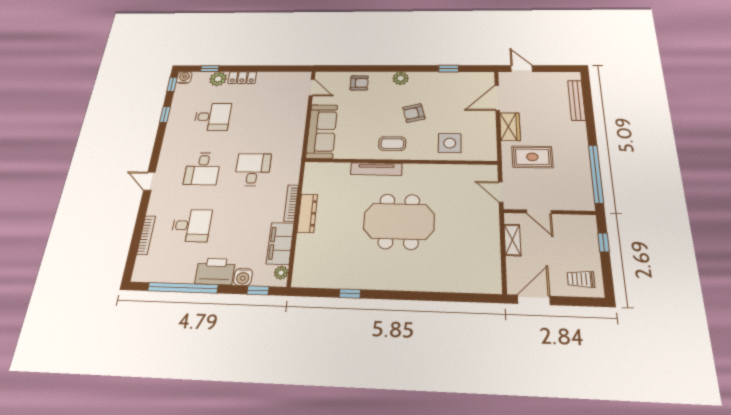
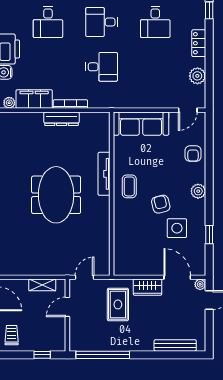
plant: (504, 77) -> (200, 284), added
plant: (218, 79) -> (197, 76), moved
side table: (450, 143) -> (177, 228), moved

